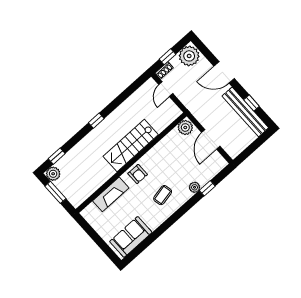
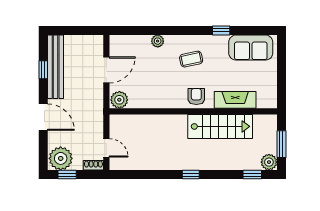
window: (167, 57) -> (67, 175), moved
door: (166, 89) -> (106, 148), hinge flipped
stairs: (131, 145) -> (220, 126), moved
window: (207, 188) -> (221, 30), moved

